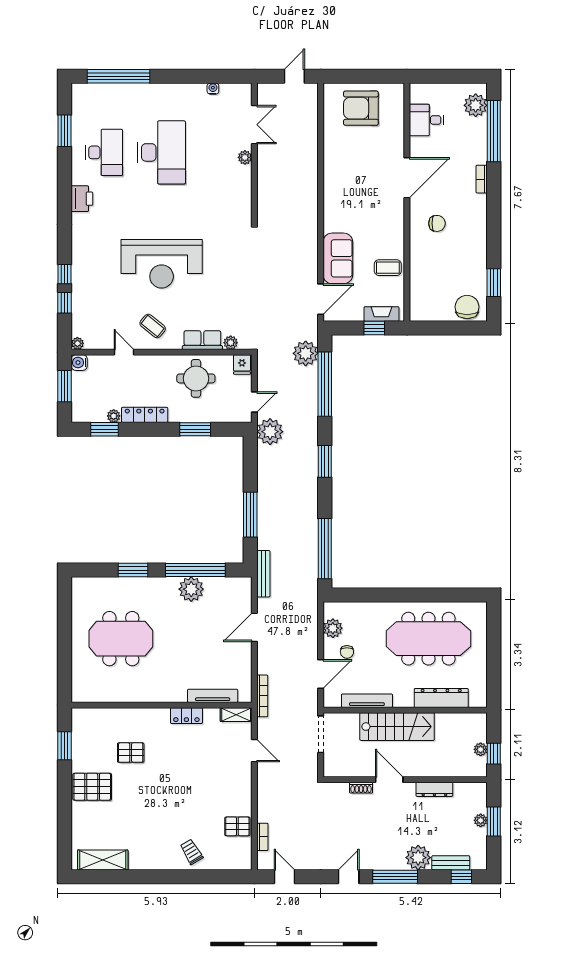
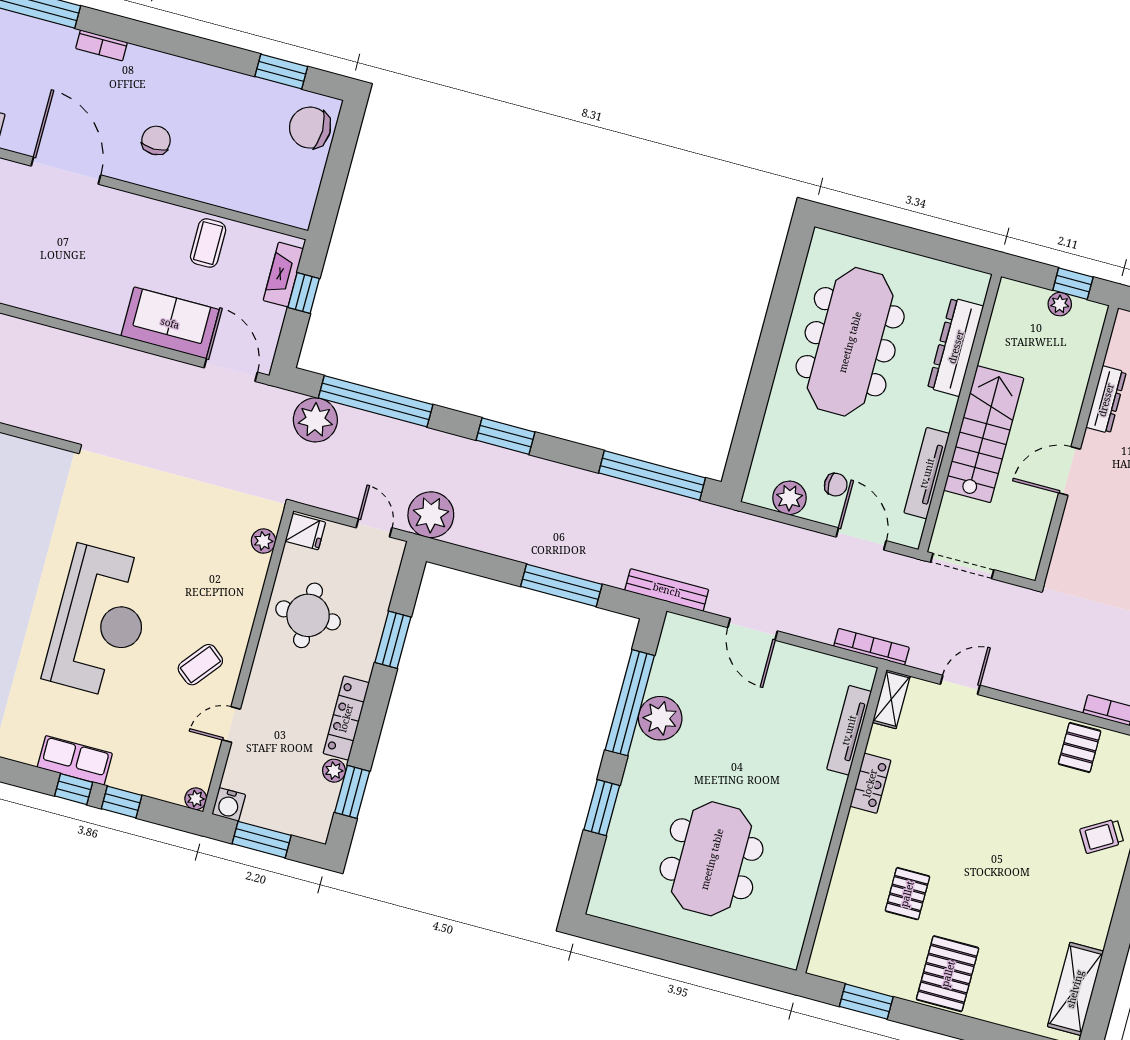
row of seats: (202, 340) -> (75, 760), moved, turned 90
shoe rack: (361, 788) -> (1070, 522), removed

